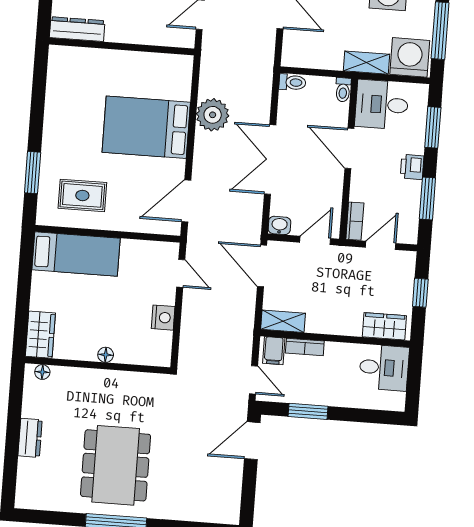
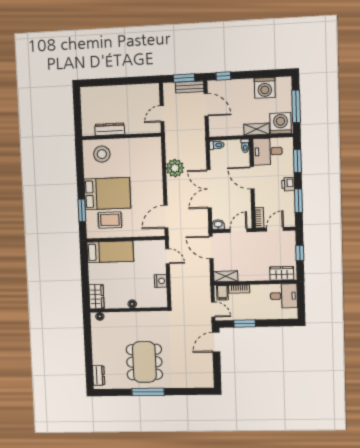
dresser: (77, 29) -> (110, 129), moved
stool: (82, 74) -> (102, 154), added
bed: (146, 127) -> (107, 194), moved, turned 180
dresser: (30, 438) -> (99, 375), moved

